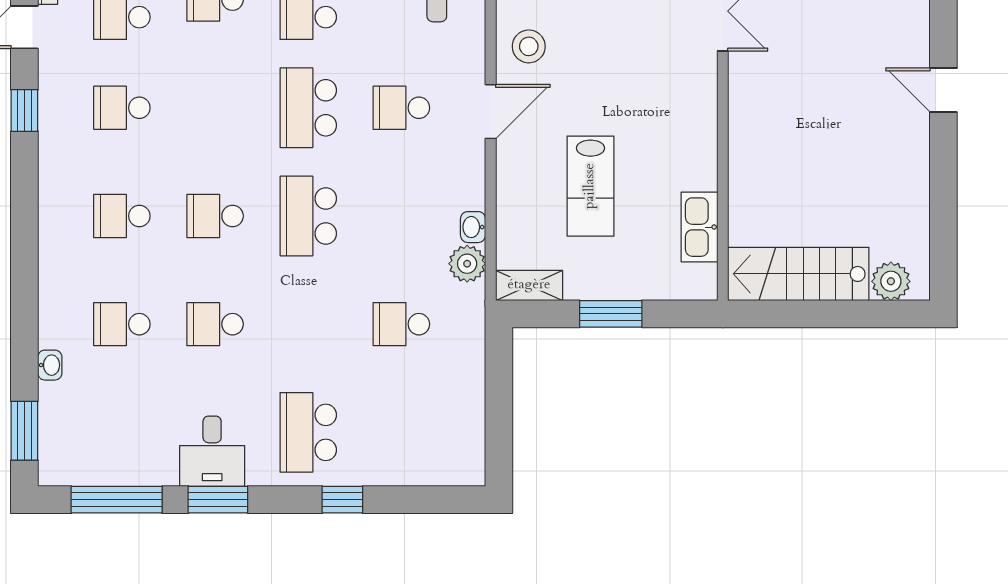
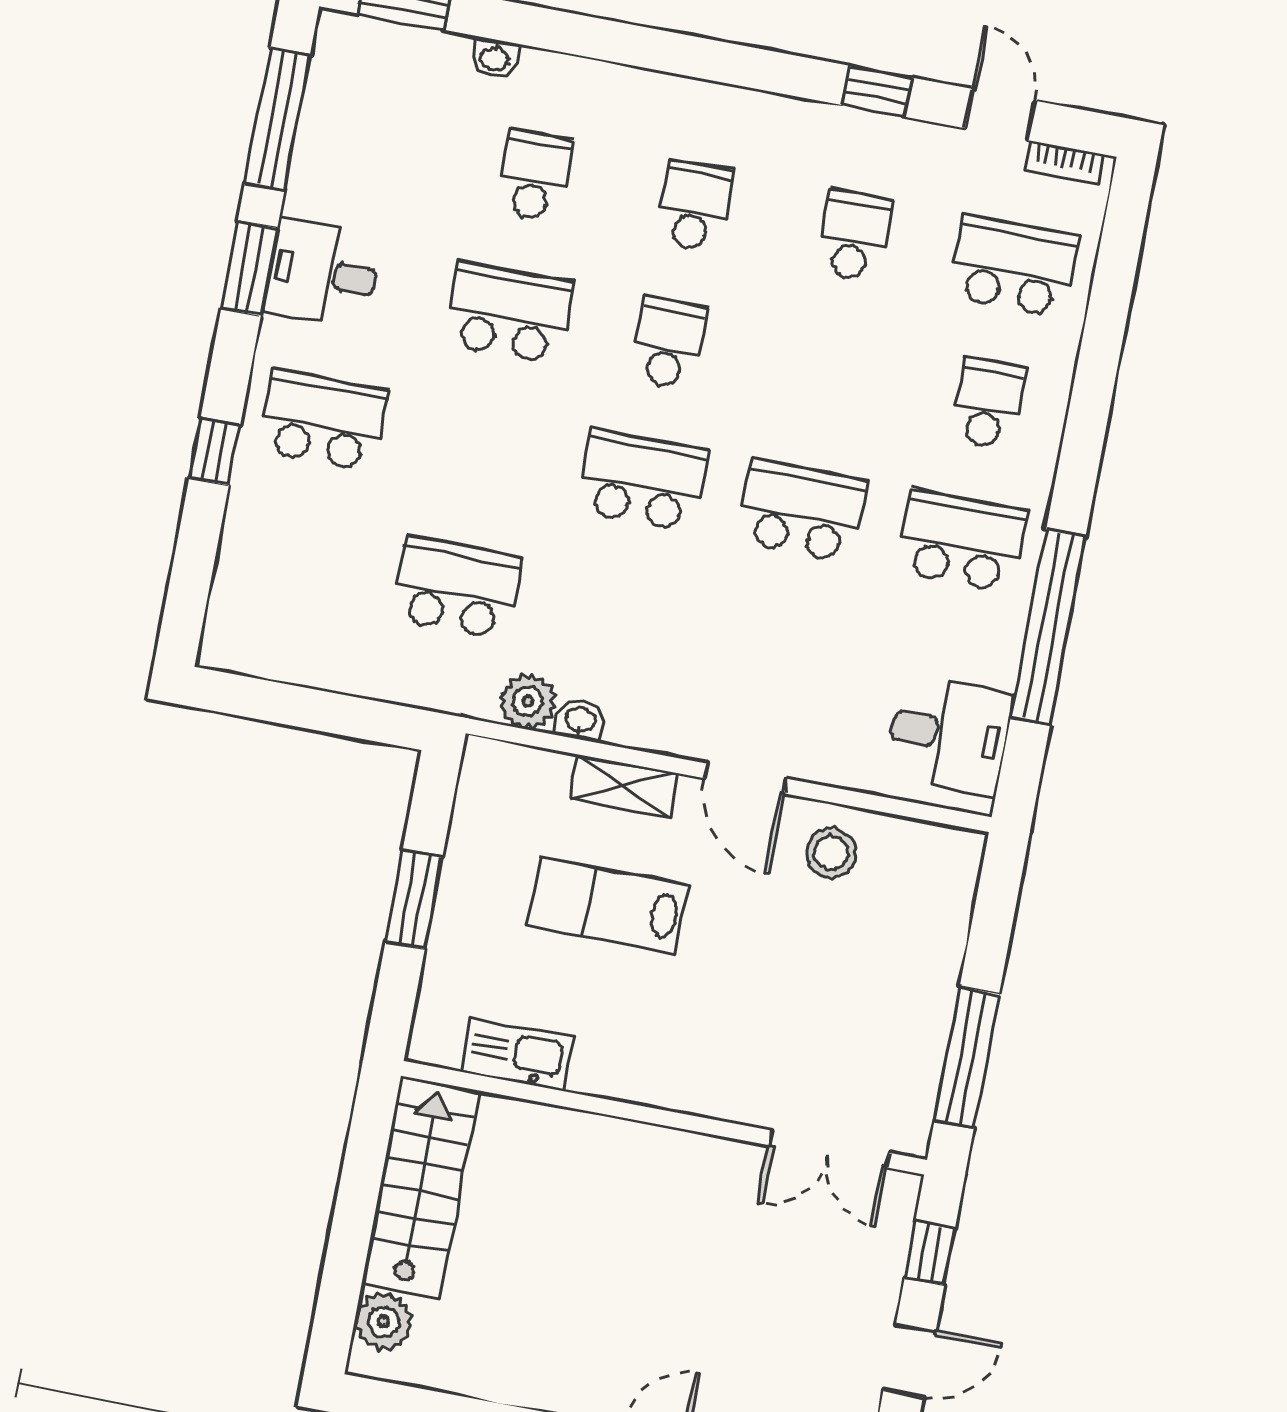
school desk: (401, 108) -> (776, 648), removed
shelving: (529, 285) -> (623, 786), moved, turned 90
school desk: (215, 324) -> (509, 313), width x1.85
school desk: (401, 324) -> (457, 588), width x1.85

